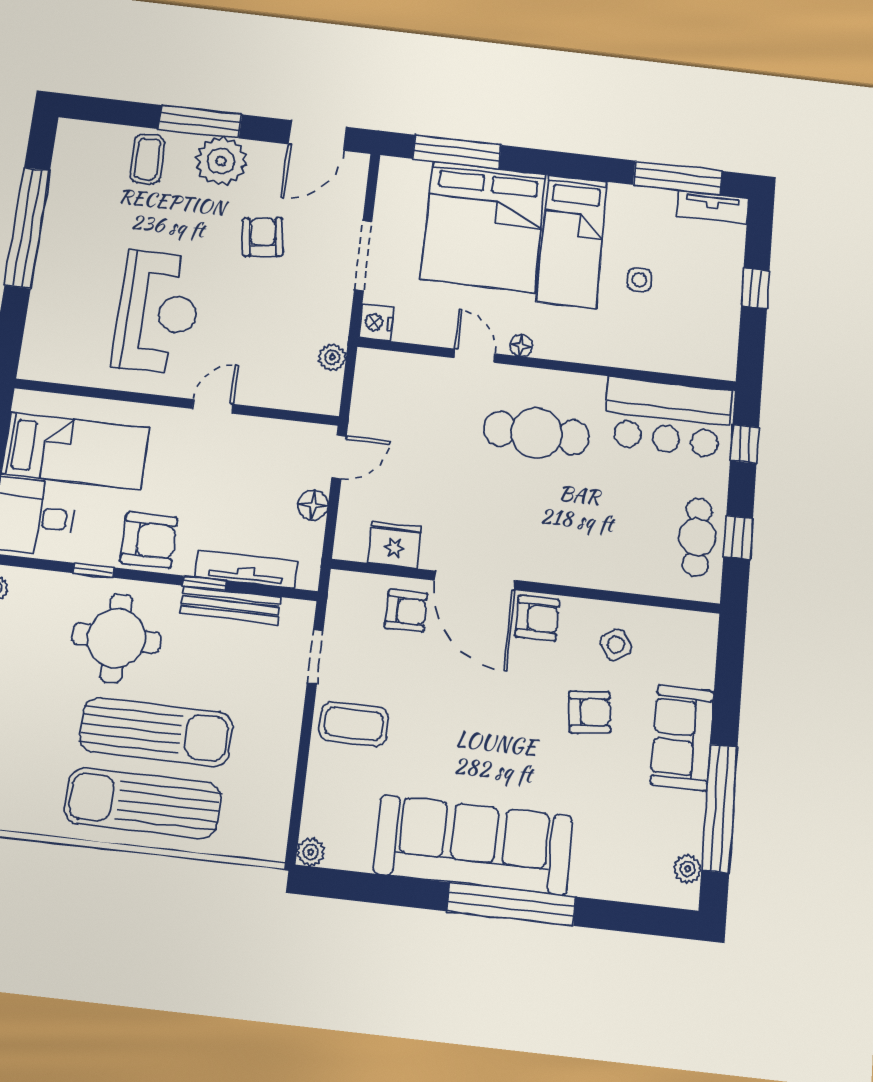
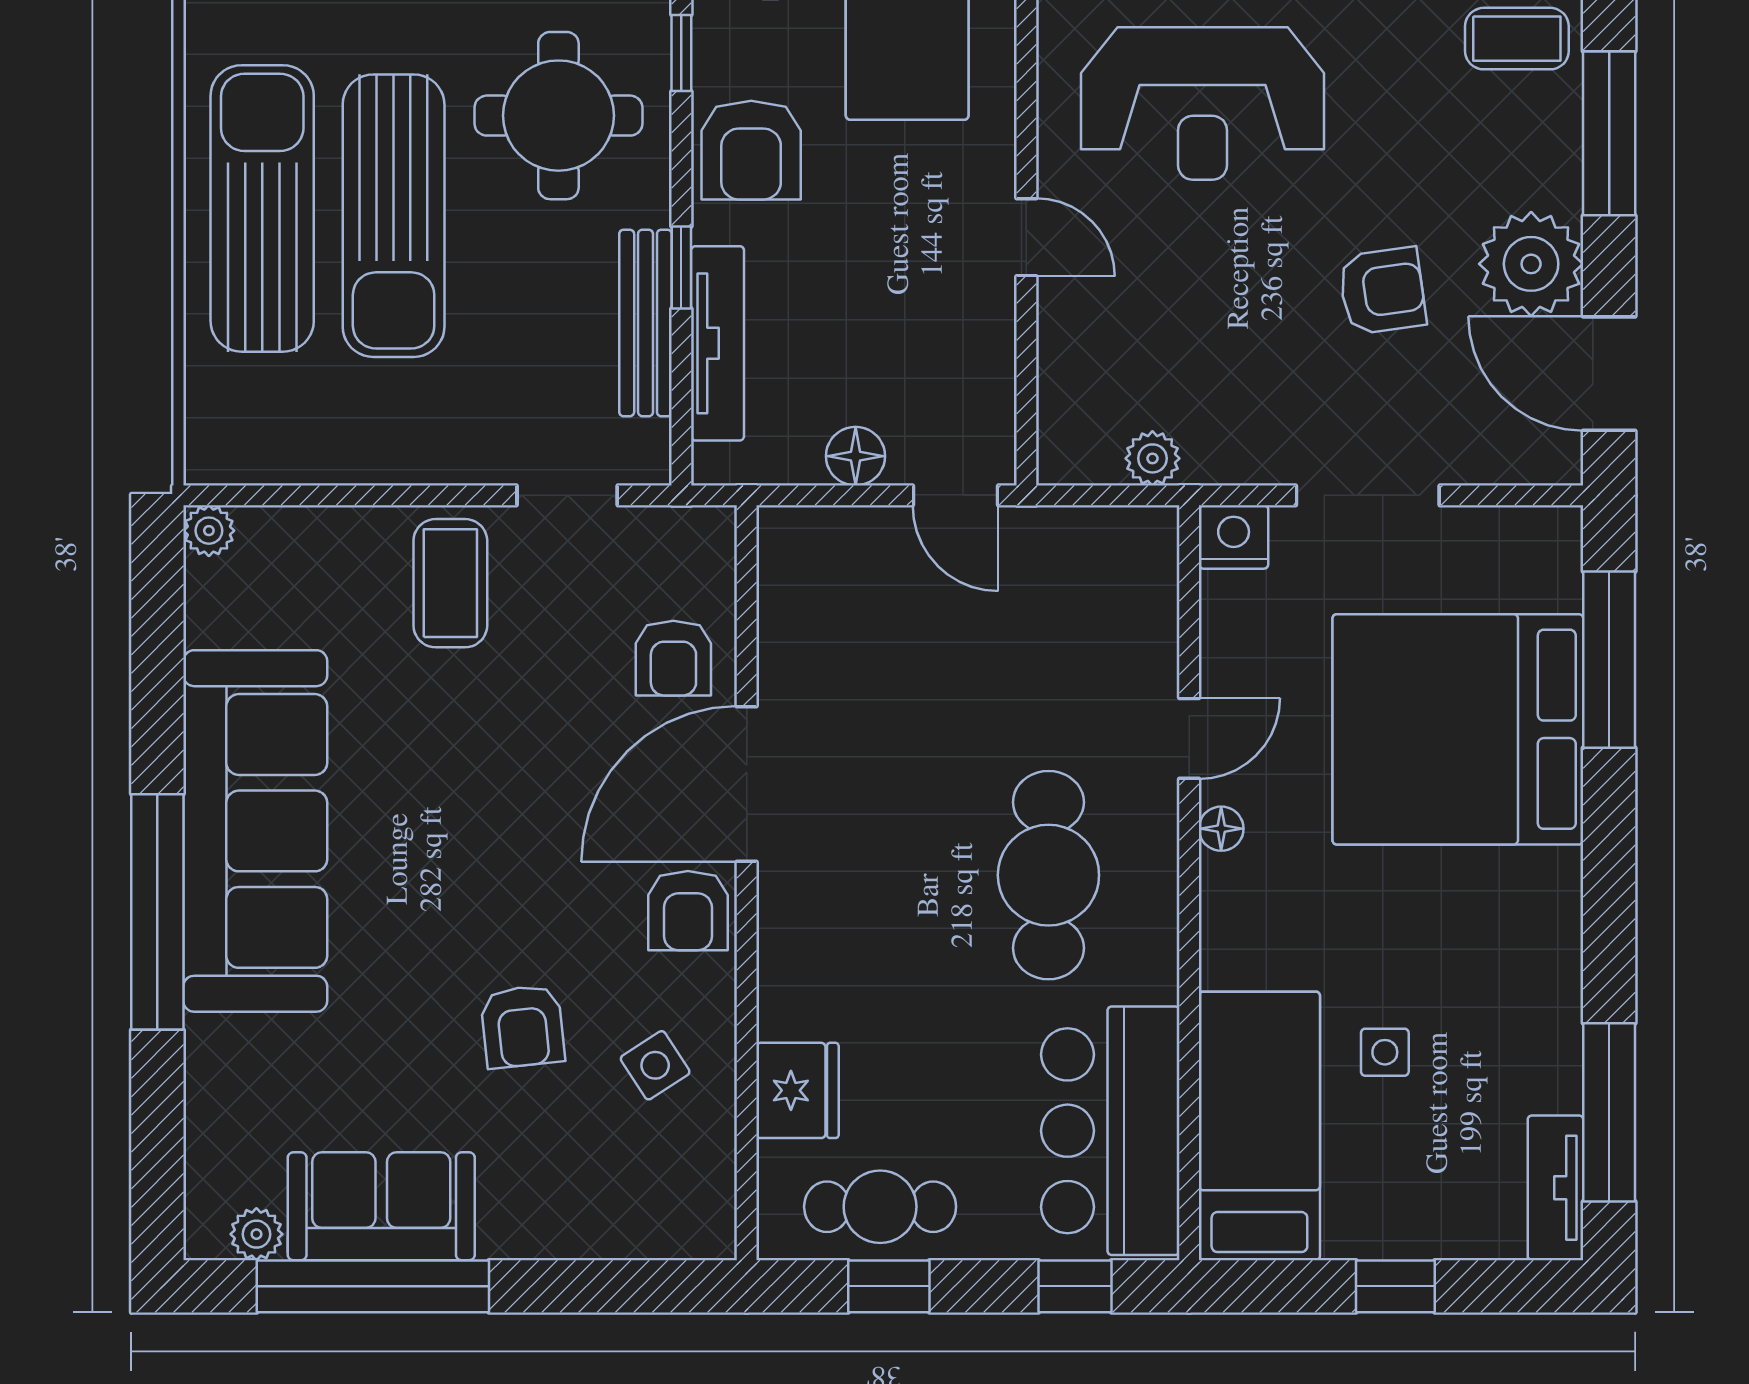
plant: (221, 161) -> (1531, 264), moved
bed: (572, 241) -> (1259, 1126), moved, turned 90
fridge: (395, 545) -> (797, 1090), moved
sofa: (682, 738) -> (381, 1206), moved

